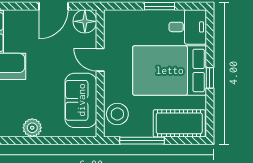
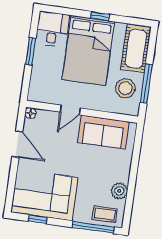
floor lamp: (85, 21) -> (30, 113), width x0.53, depth x0.53
stool: (117, 114) -> (125, 88), moved
plant: (32, 128) -> (119, 191), moved

